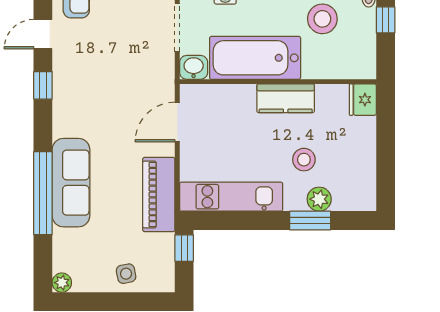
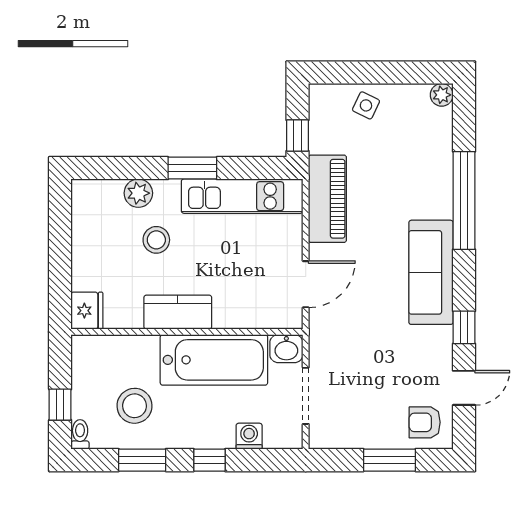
sofa: (71, 183) -> (431, 272), moved
window: (310, 221) -> (192, 168), moved
side table: (126, 274) -> (366, 105), turned 37

